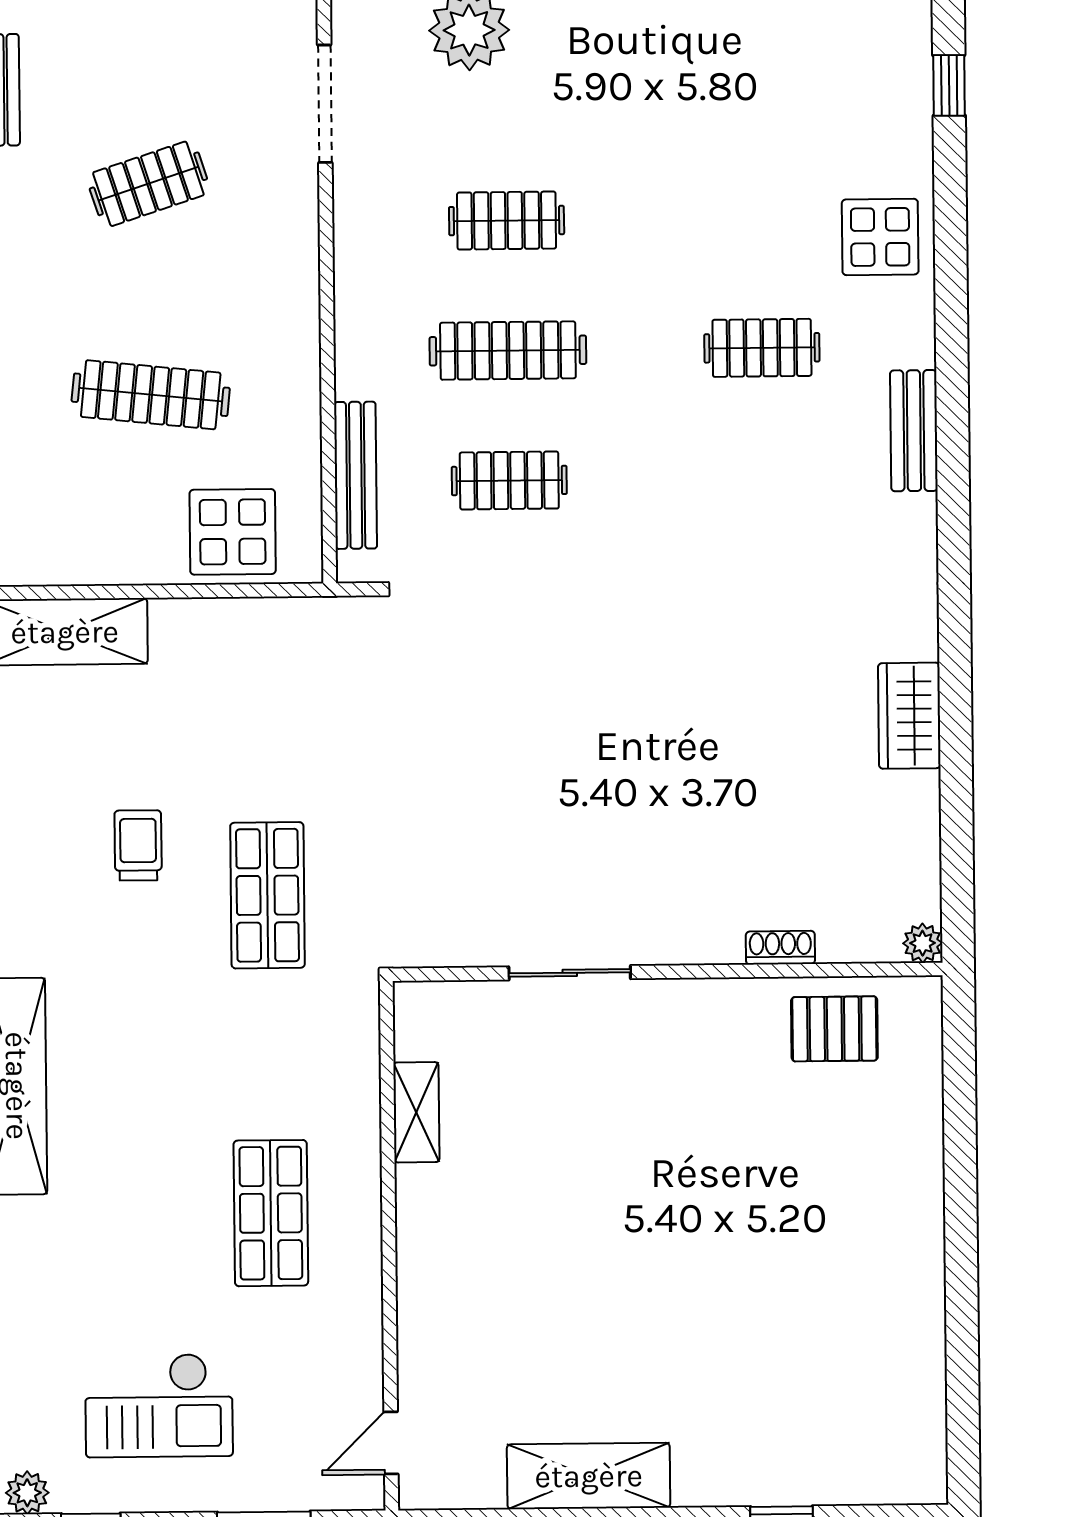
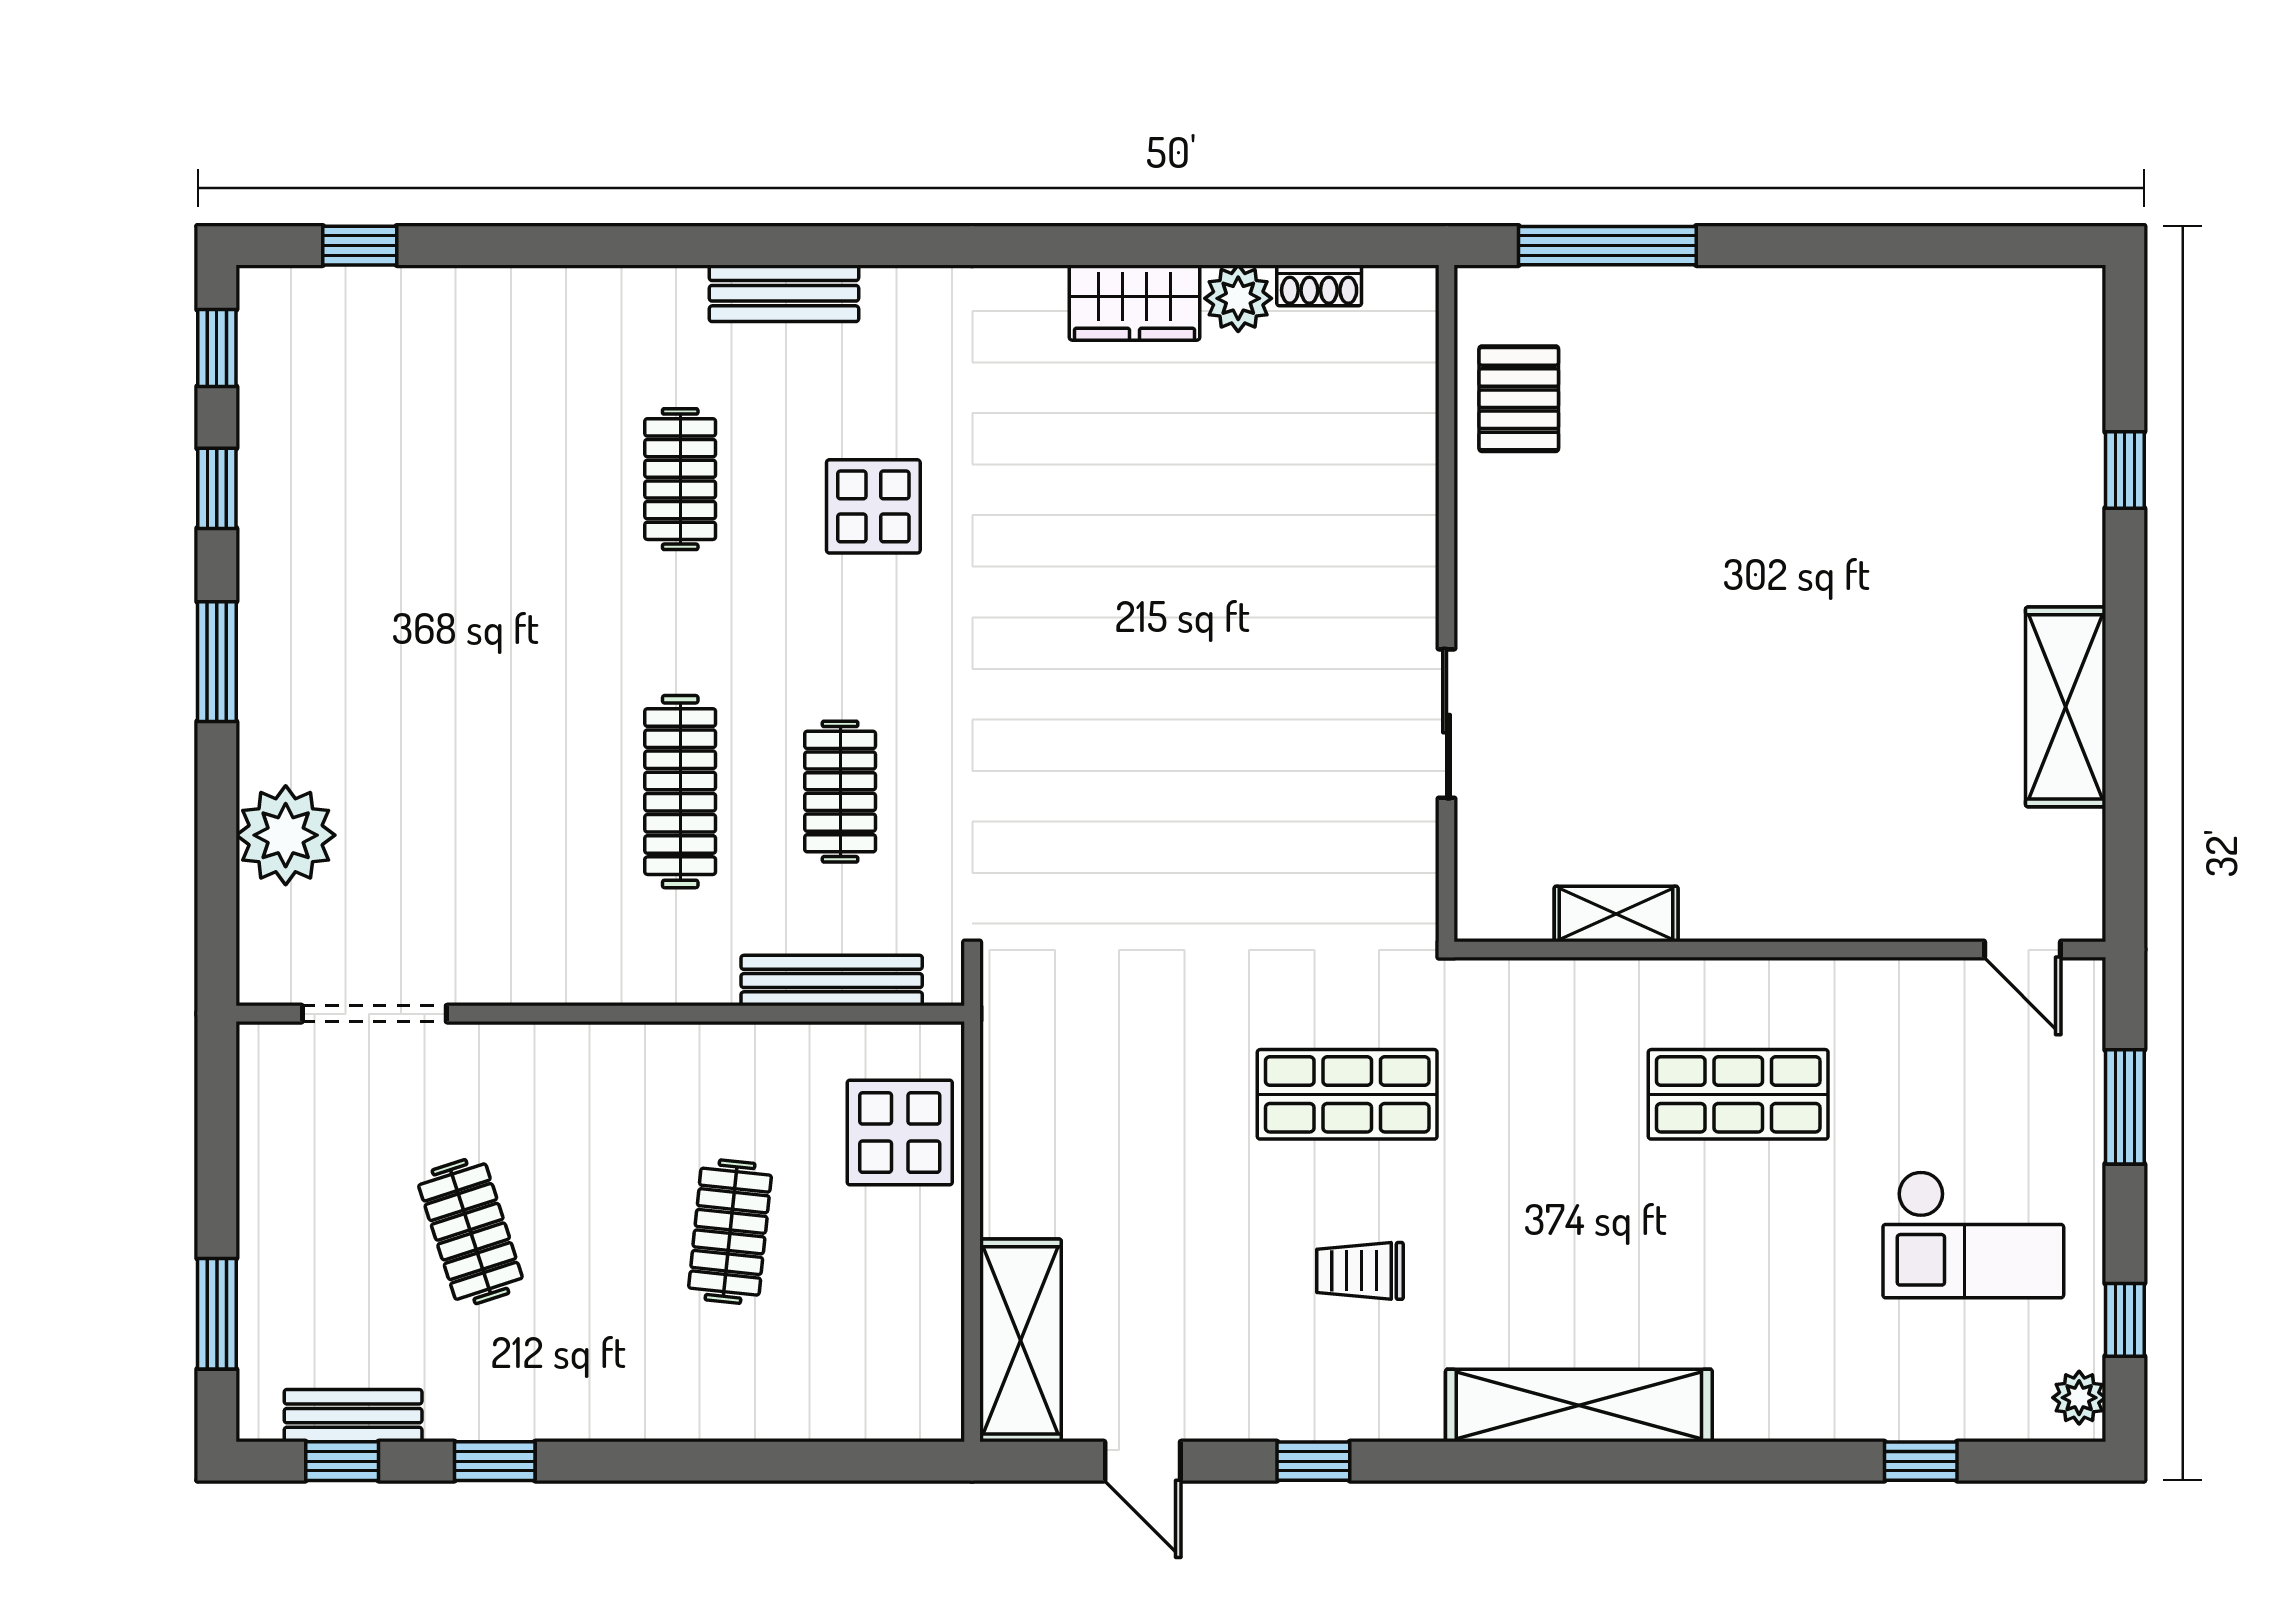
clothes rail: (507, 221) -> (520, 792), removed
display table: (880, 237) -> (873, 506), moved
clothes rail: (151, 395) -> (730, 1232), width x0.73
trolley: (138, 845) -> (1360, 1271), moved
plant: (923, 943) -> (1238, 298), moved, width x1.38, depth x1.38
shoe rack: (780, 948) -> (1319, 285), moved, turned -90
window: (960, 1100) -> (1607, 246), added
checkout: (159, 1405) -> (1973, 1234), turned 90

